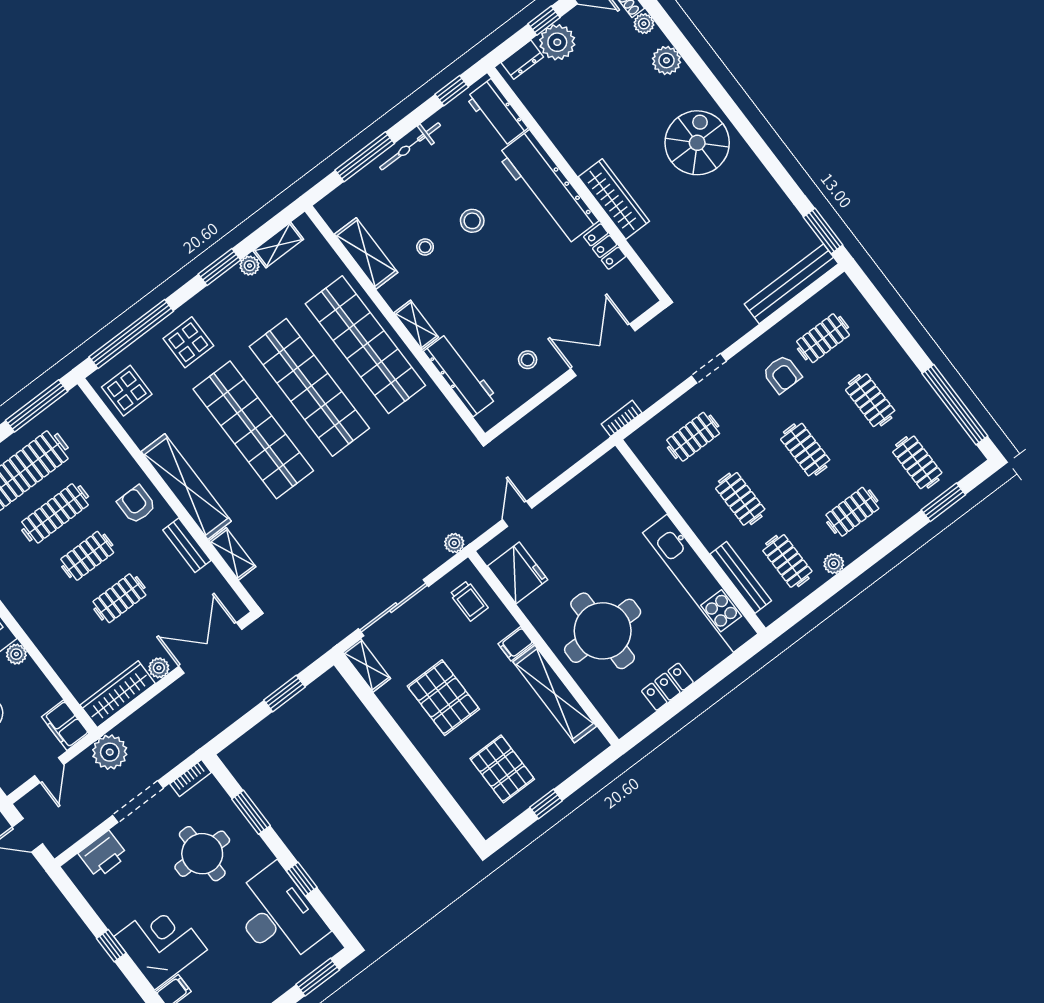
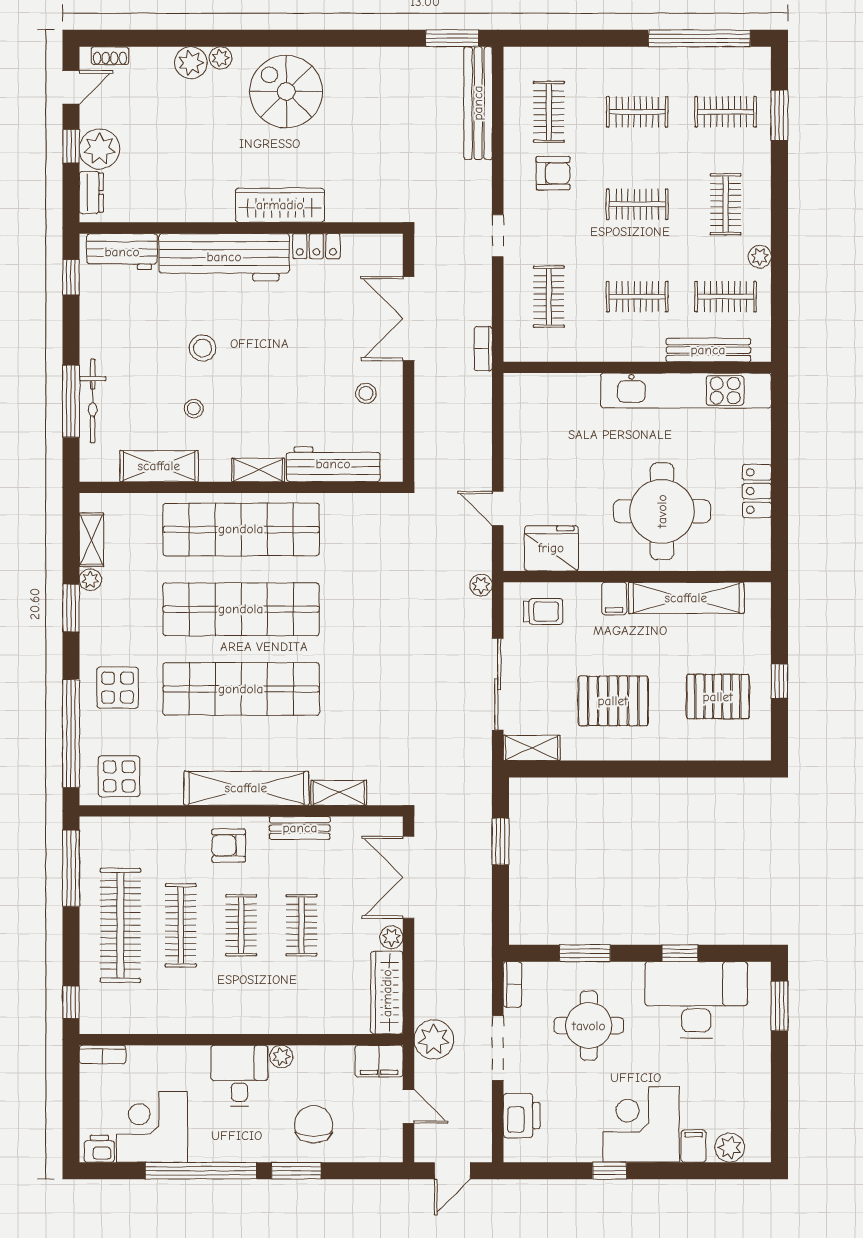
plant: (644, 24) -> (220, 58), moved
bicycle: (410, 146) -> (93, 401), moved

